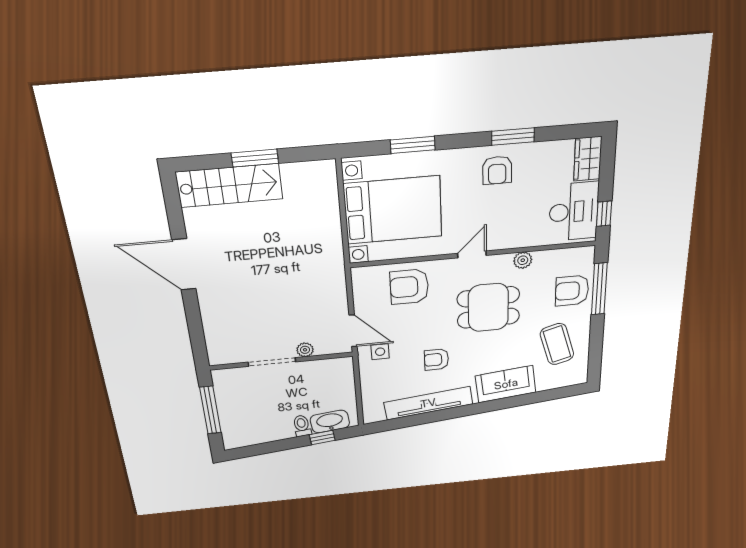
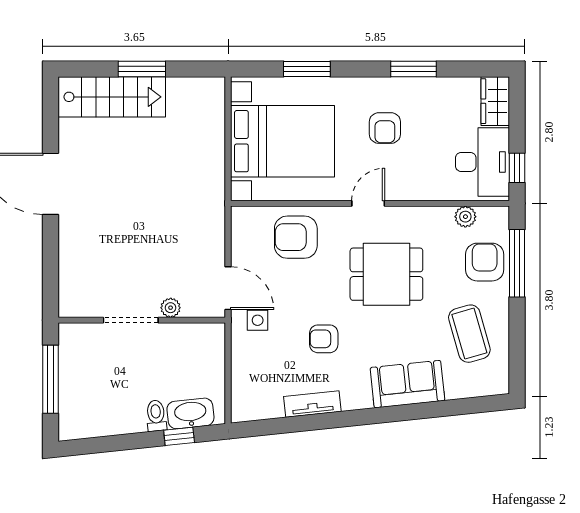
armchair: (497, 170) -> (385, 128), moved
plant: (523, 260) -> (465, 217), moved
armchair: (572, 291) -> (485, 262), turned 90
tv unit: (428, 403) -> (312, 404), width x0.52, depth x0.78

